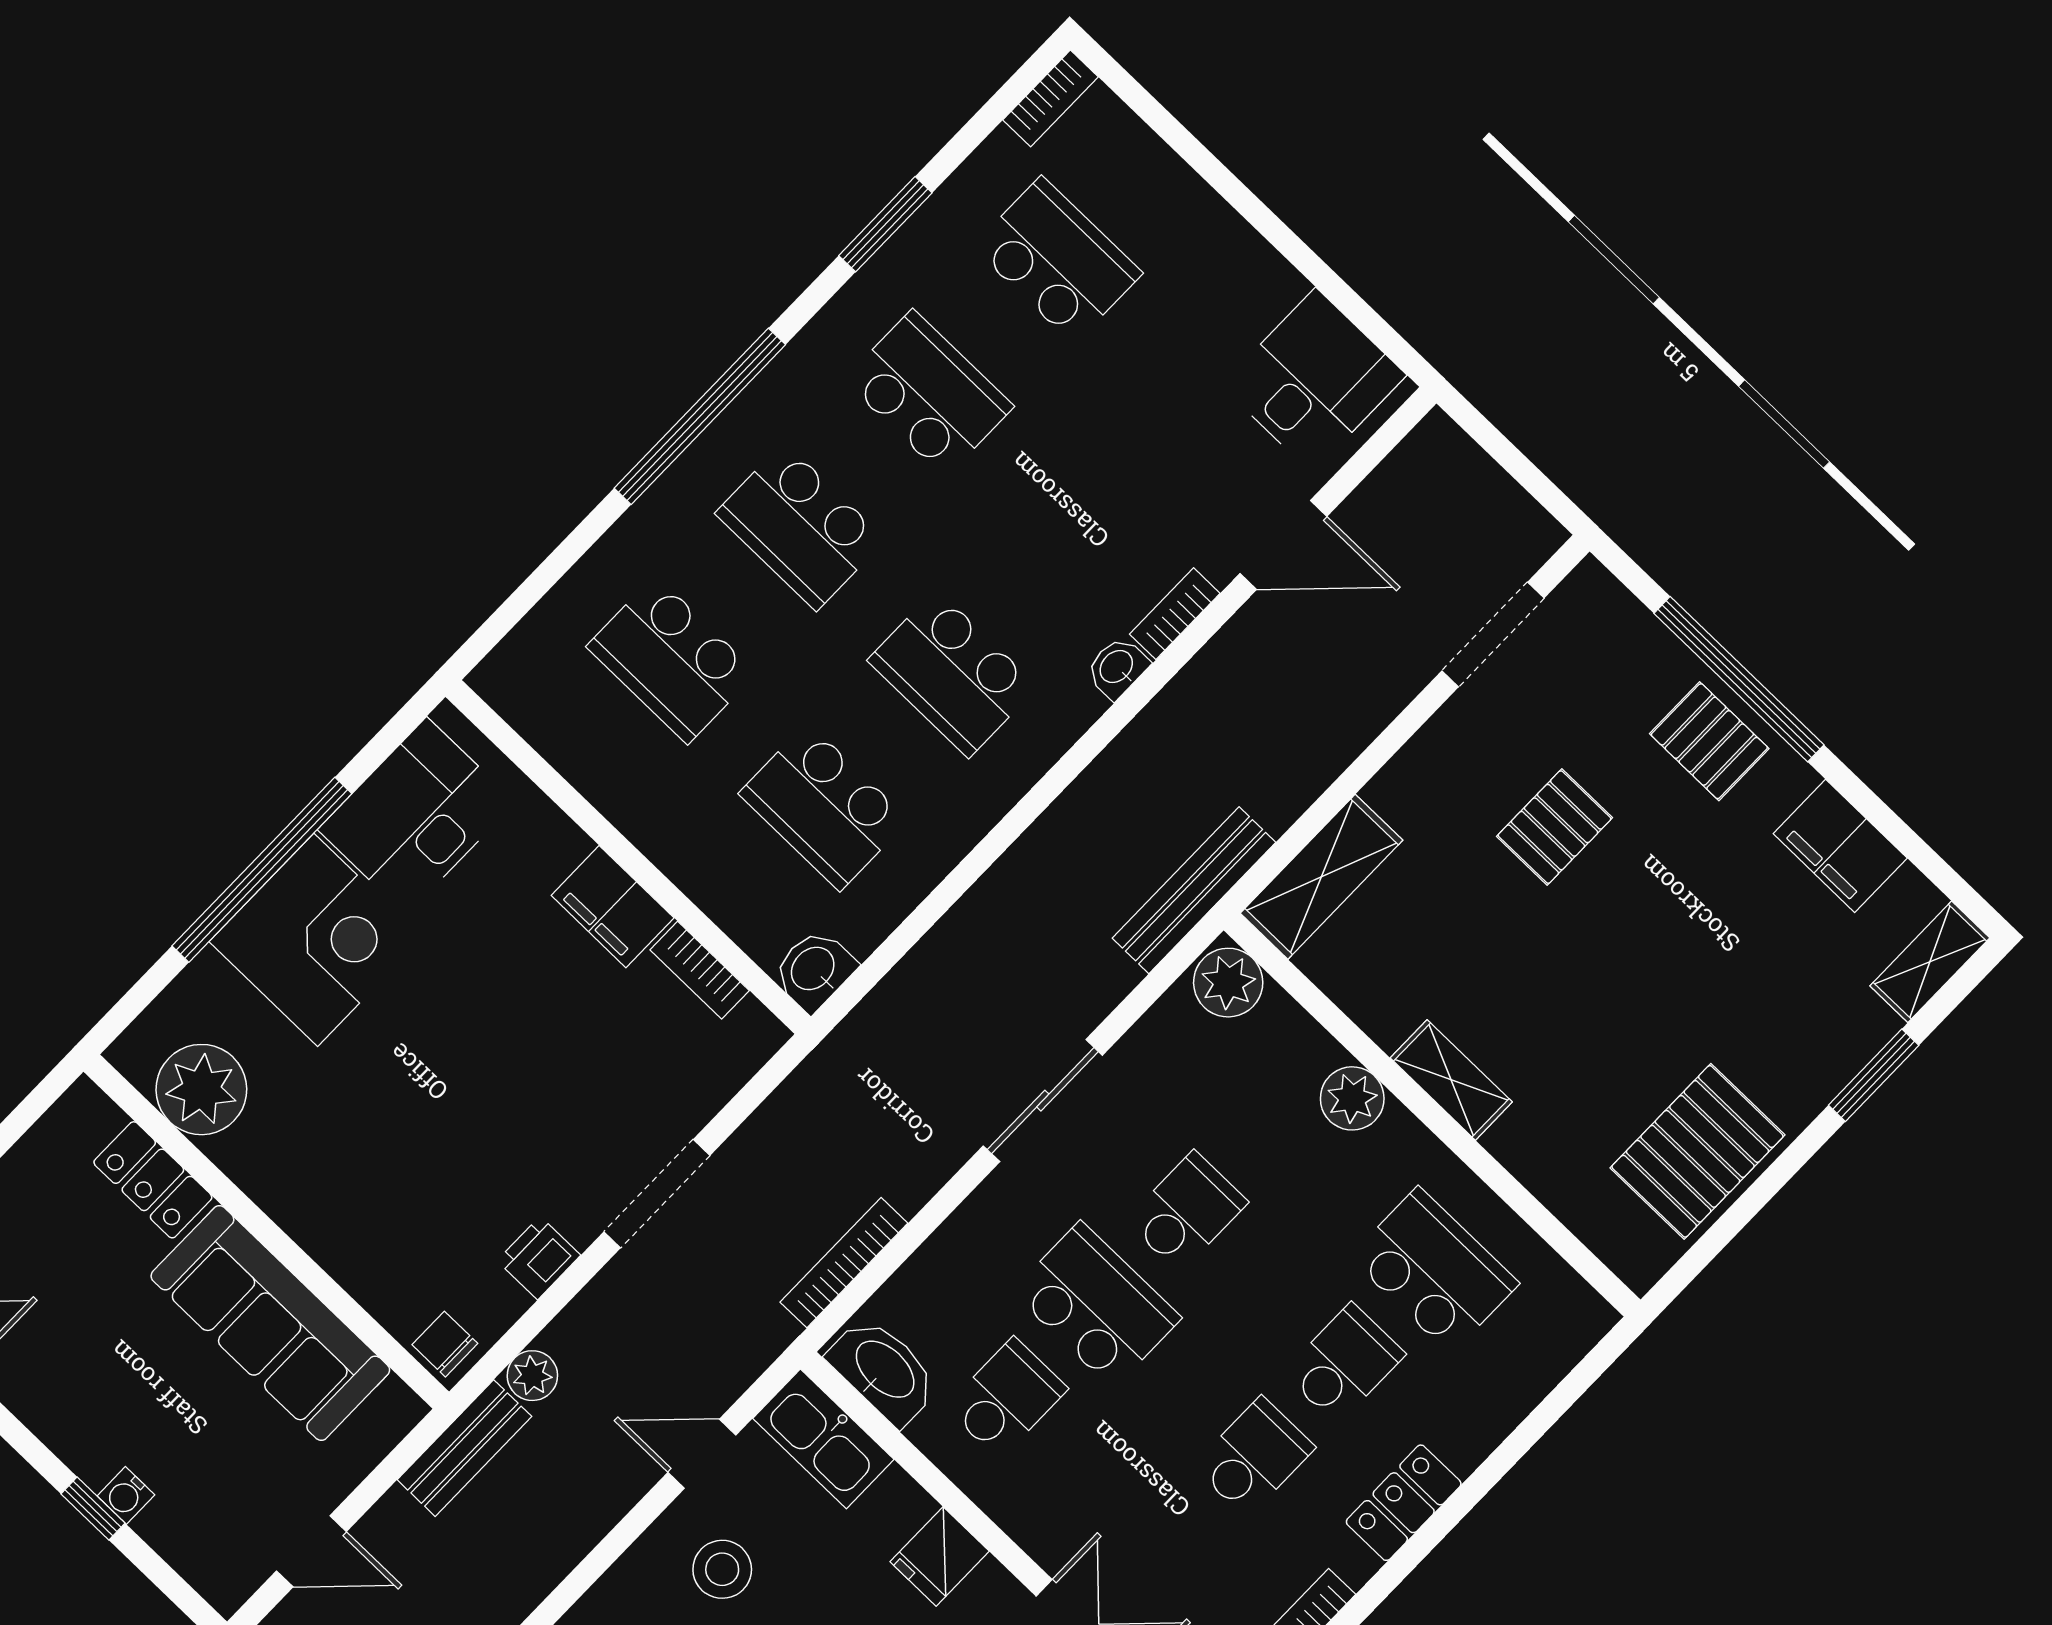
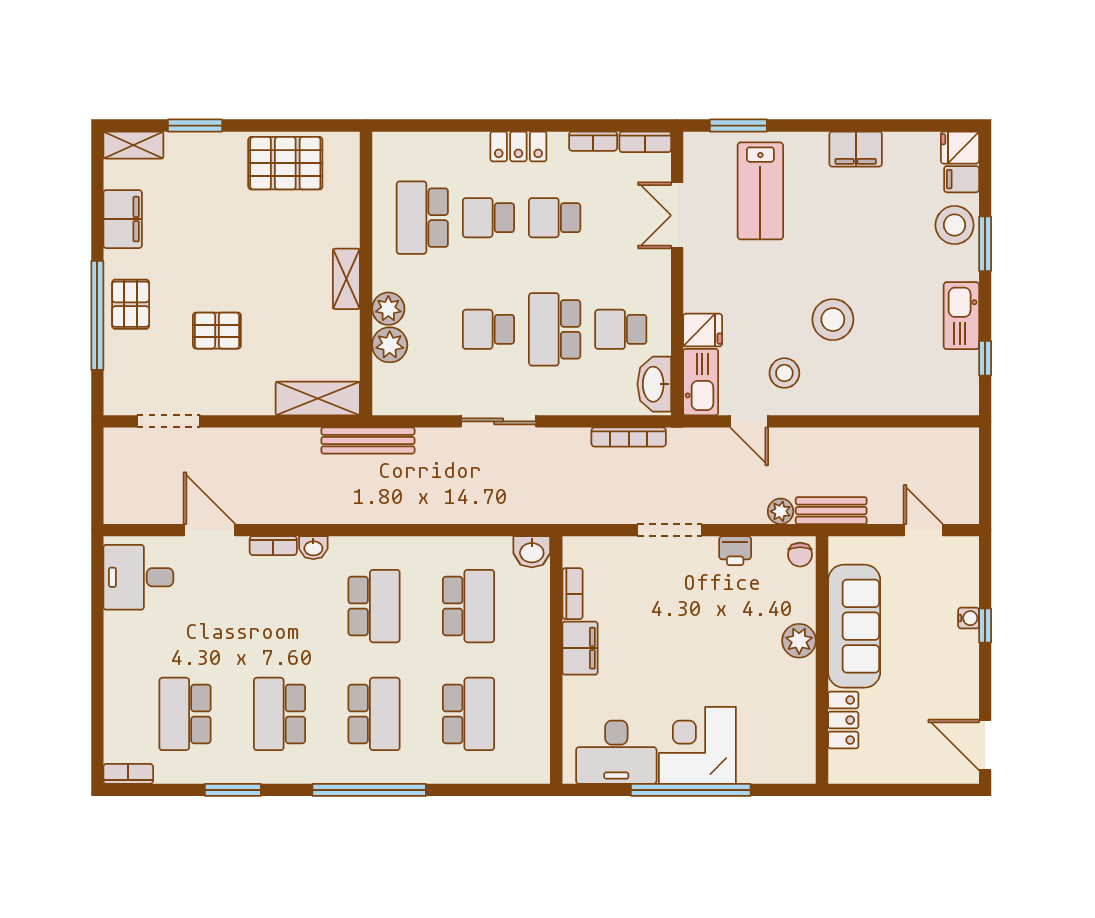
plant: (1228, 983) -> (390, 345), moved
plant: (201, 1090) -> (799, 641), moved, width x0.73, depth x0.73
fridge: (940, 1556) -> (703, 330), moved

